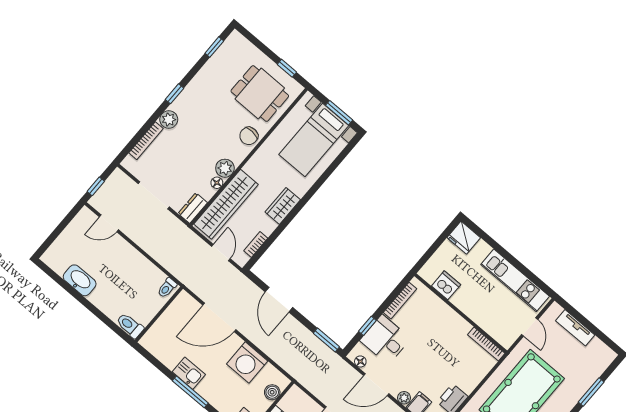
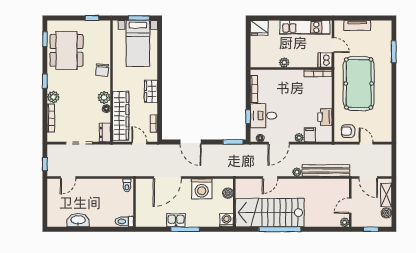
dining table: (260, 94) -> (67, 50), moved, width x1.38
dishwasher: (446, 285) -> (325, 60), moved, turned -90
plant: (459, 300) -> (284, 63), added

